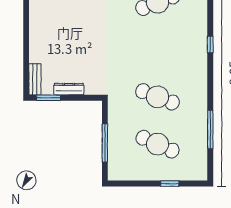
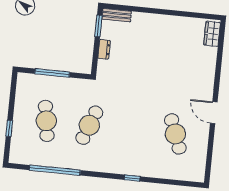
dresser: (69, 89) -> (104, 49), width x0.70
window: (210, 130) -> (55, 170), width x1.46
cafe table: (158, 144) -> (46, 121), turned -33

